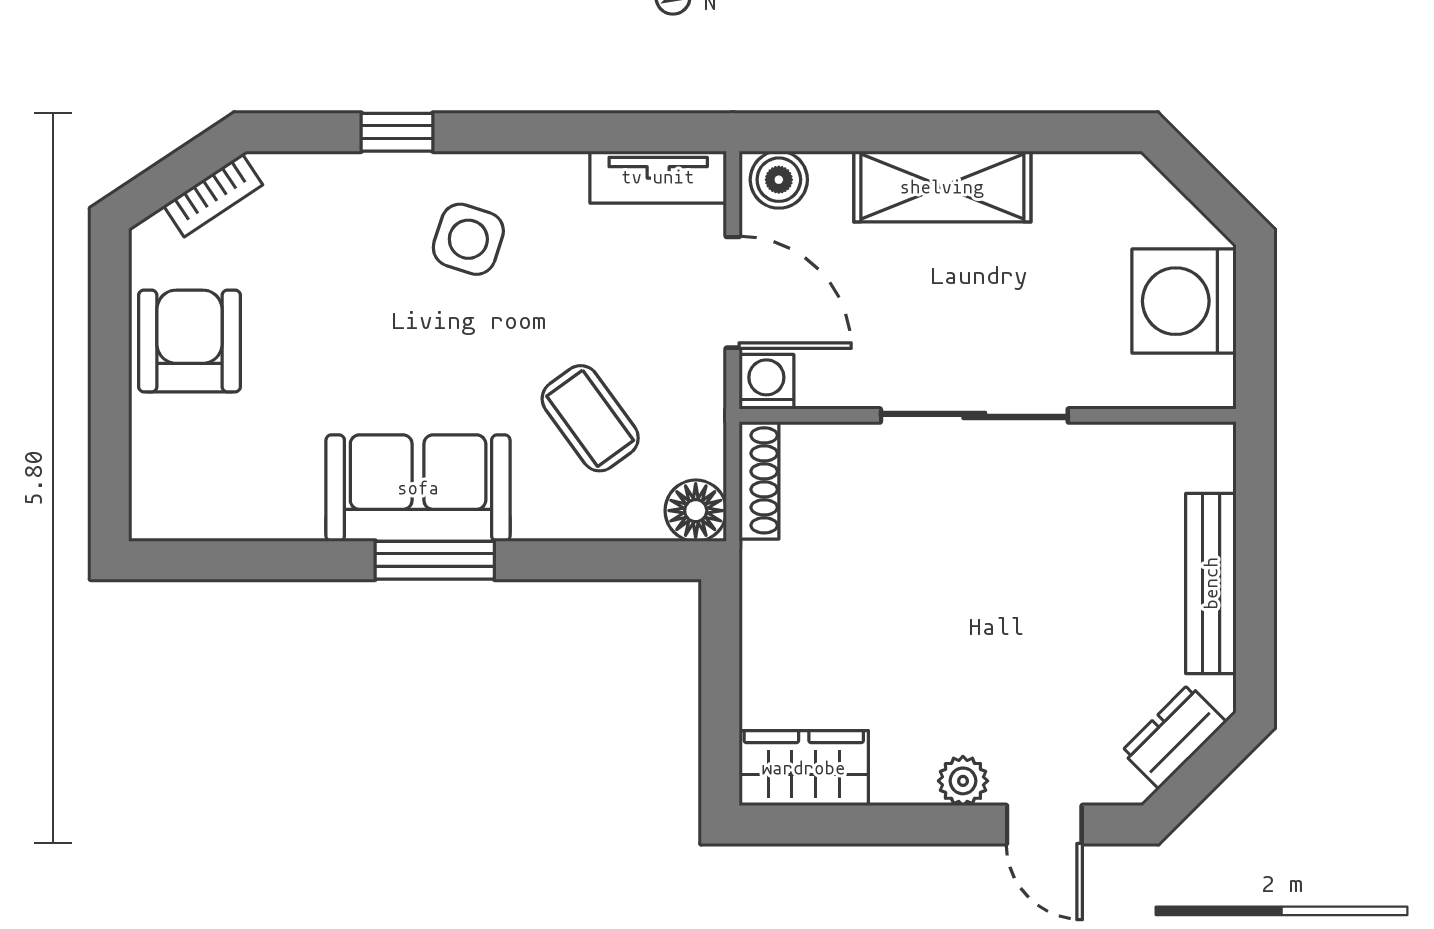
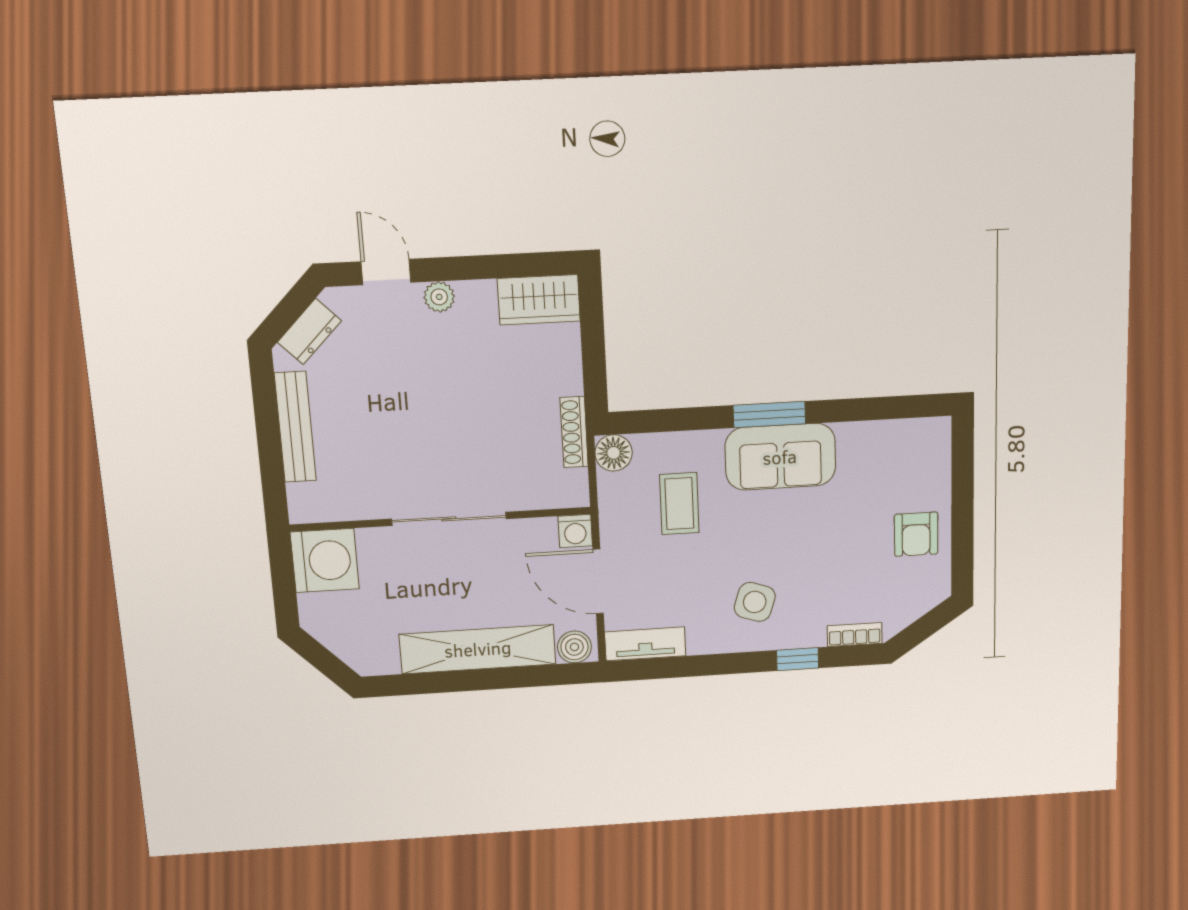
shelving: (942, 187) -> (478, 649), width x1.47
bookcase: (213, 195) -> (855, 635), moved, turned 34
washing machine: (1184, 301) -> (325, 561), moved
armchair: (189, 341) -> (916, 534), width x0.72, depth x0.72
coffee table: (590, 418) -> (679, 504), turned 36
shoe rack: (759, 480) -> (574, 432), moved

